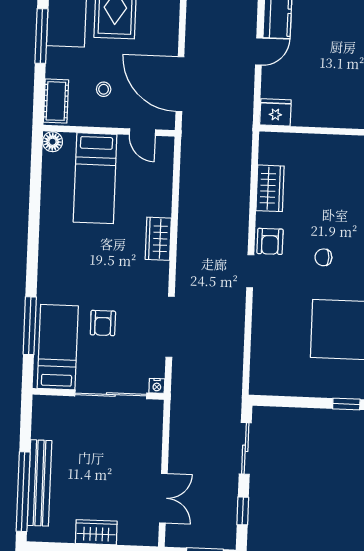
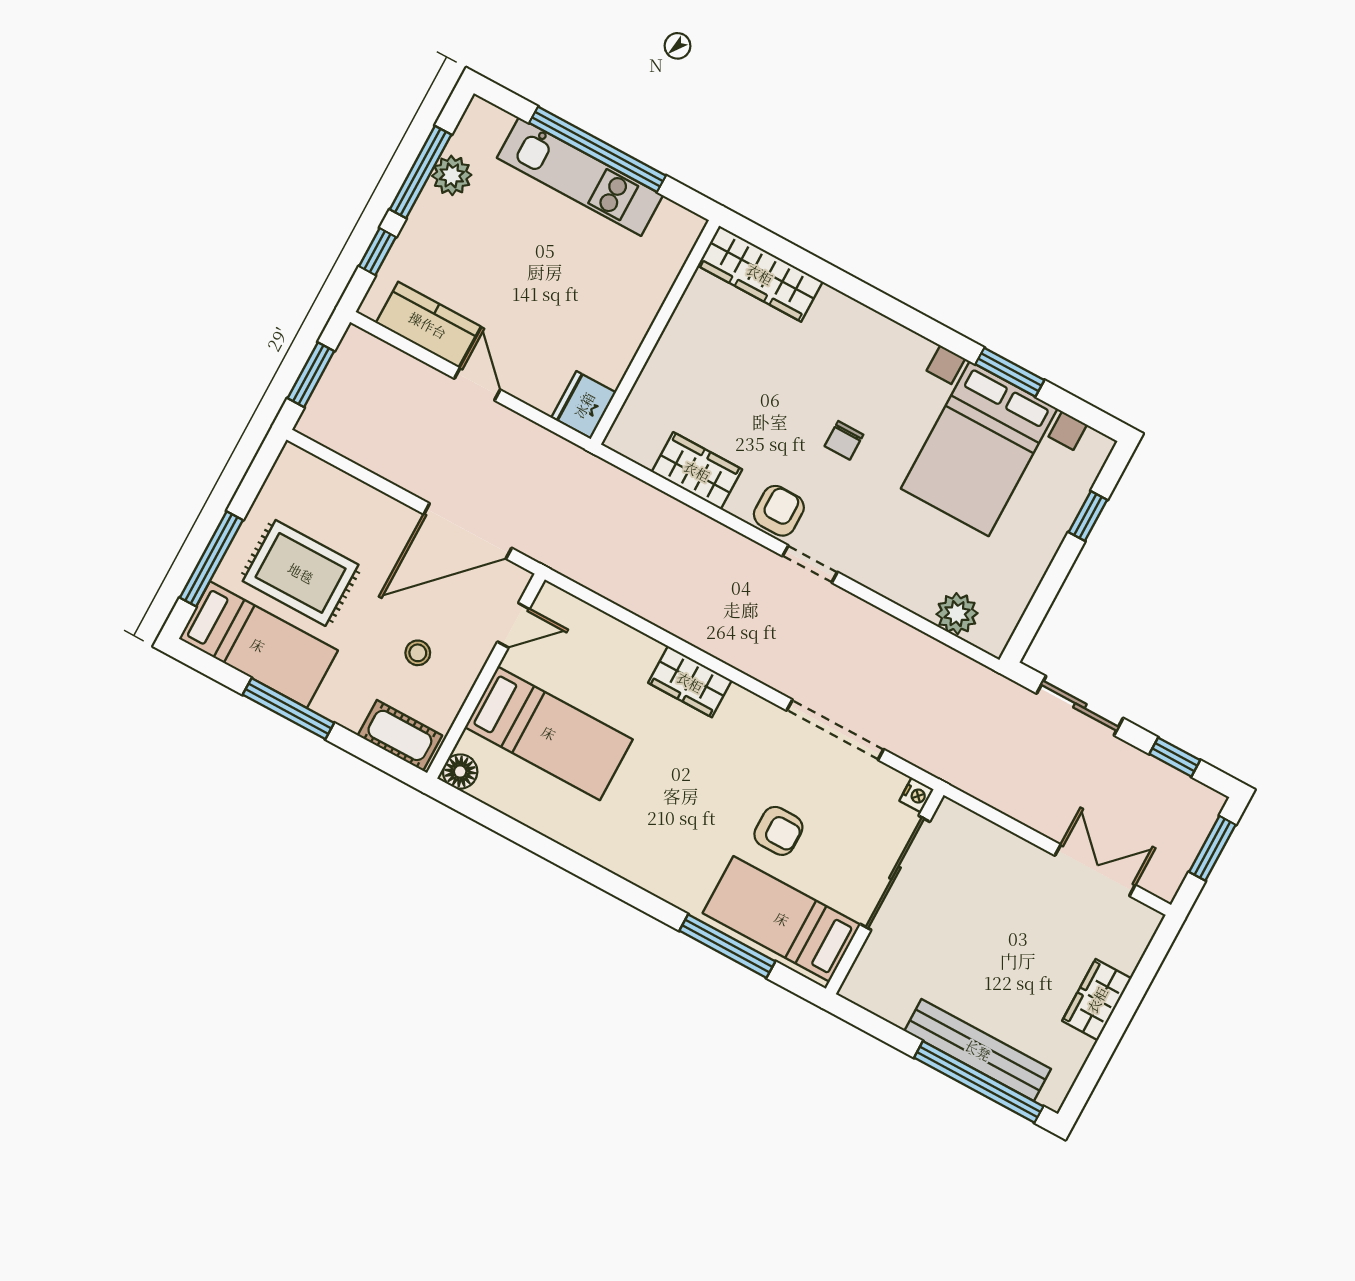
armchair: (270, 241) -> (779, 511), turned -90
plant: (262, 361) -> (957, 614), added

